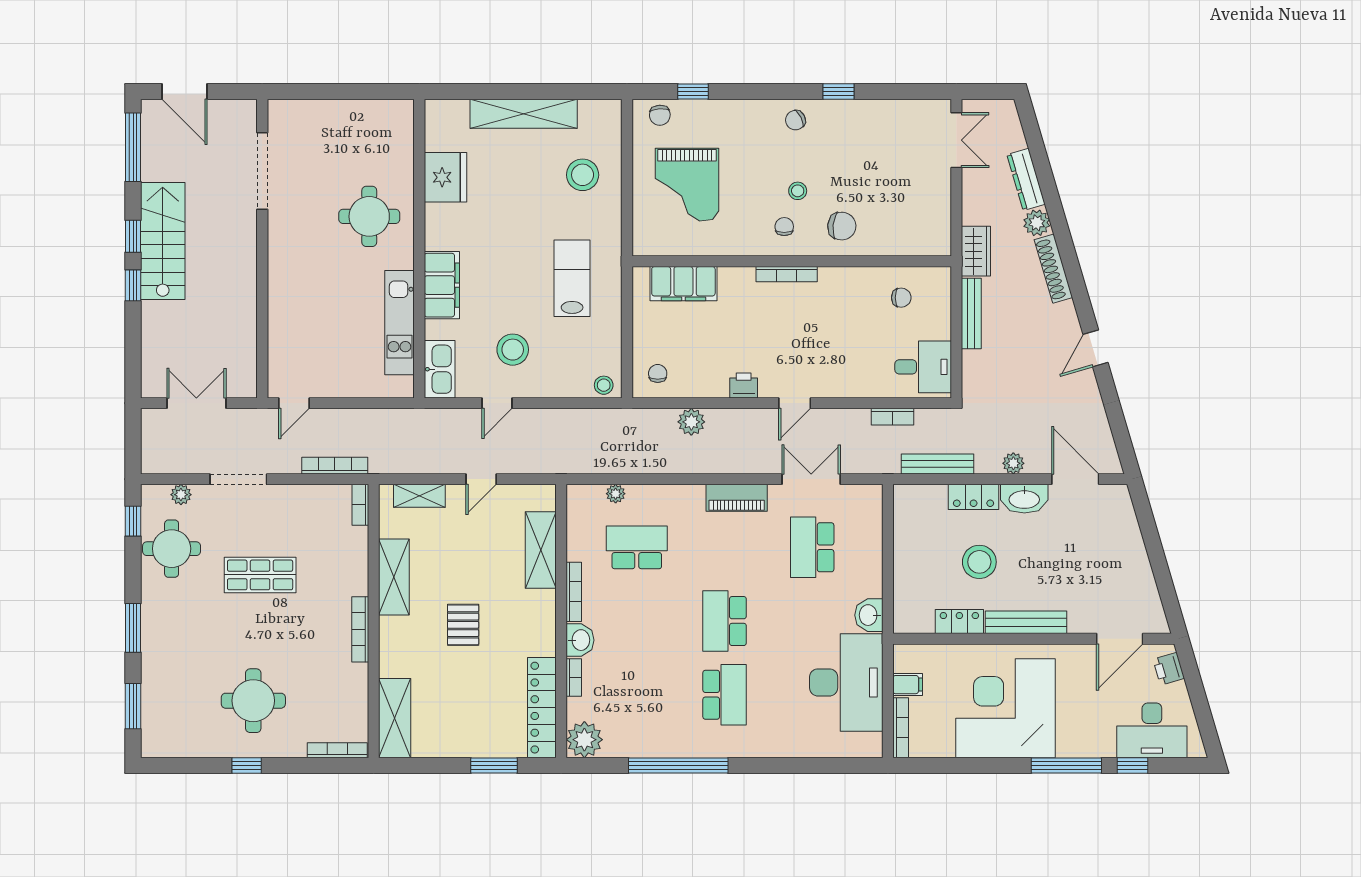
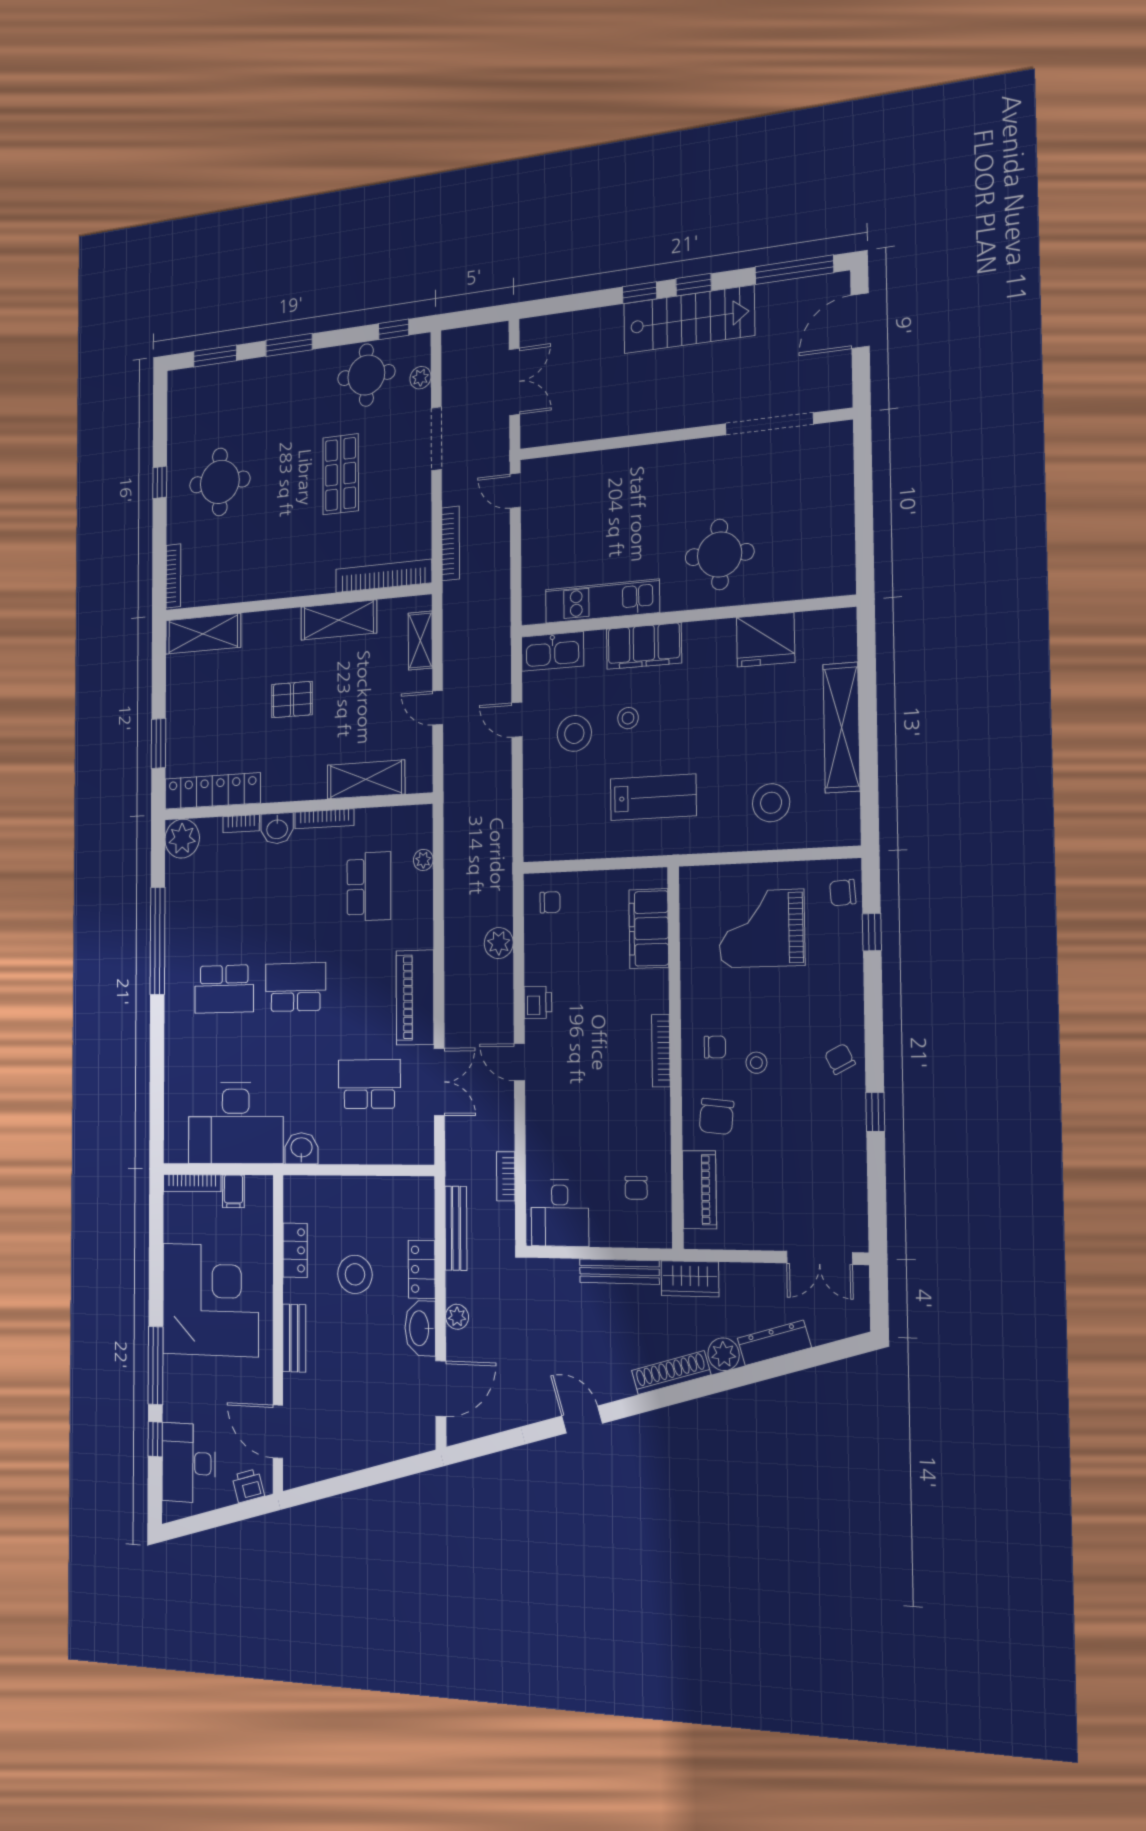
piano: (902, 242) -> (699, 1190), added
stool: (604, 385) -> (628, 718), moved
piano: (737, 498) -> (415, 997), width x1.37, depth x1.33
bookcase: (360, 505) -> (384, 576), width x2.31, depth x1.31
bench: (1026, 622) -> (294, 1338), width x0.73
bookcase: (360, 629) -> (288, 588), removed

